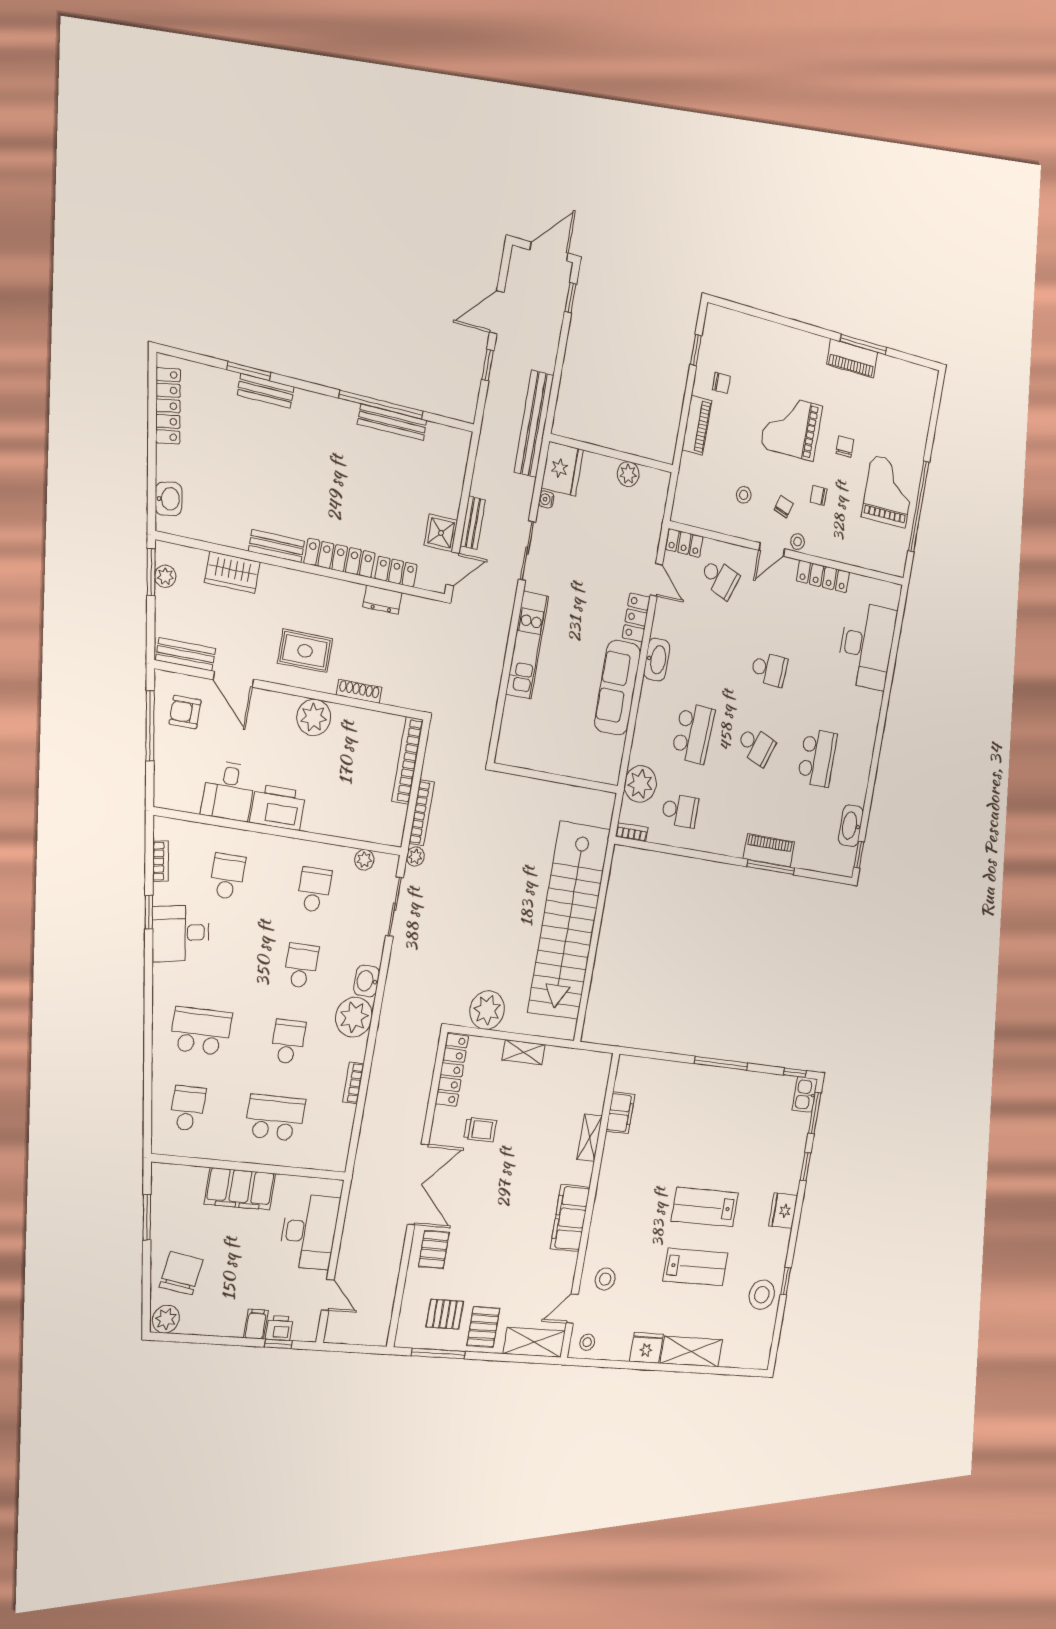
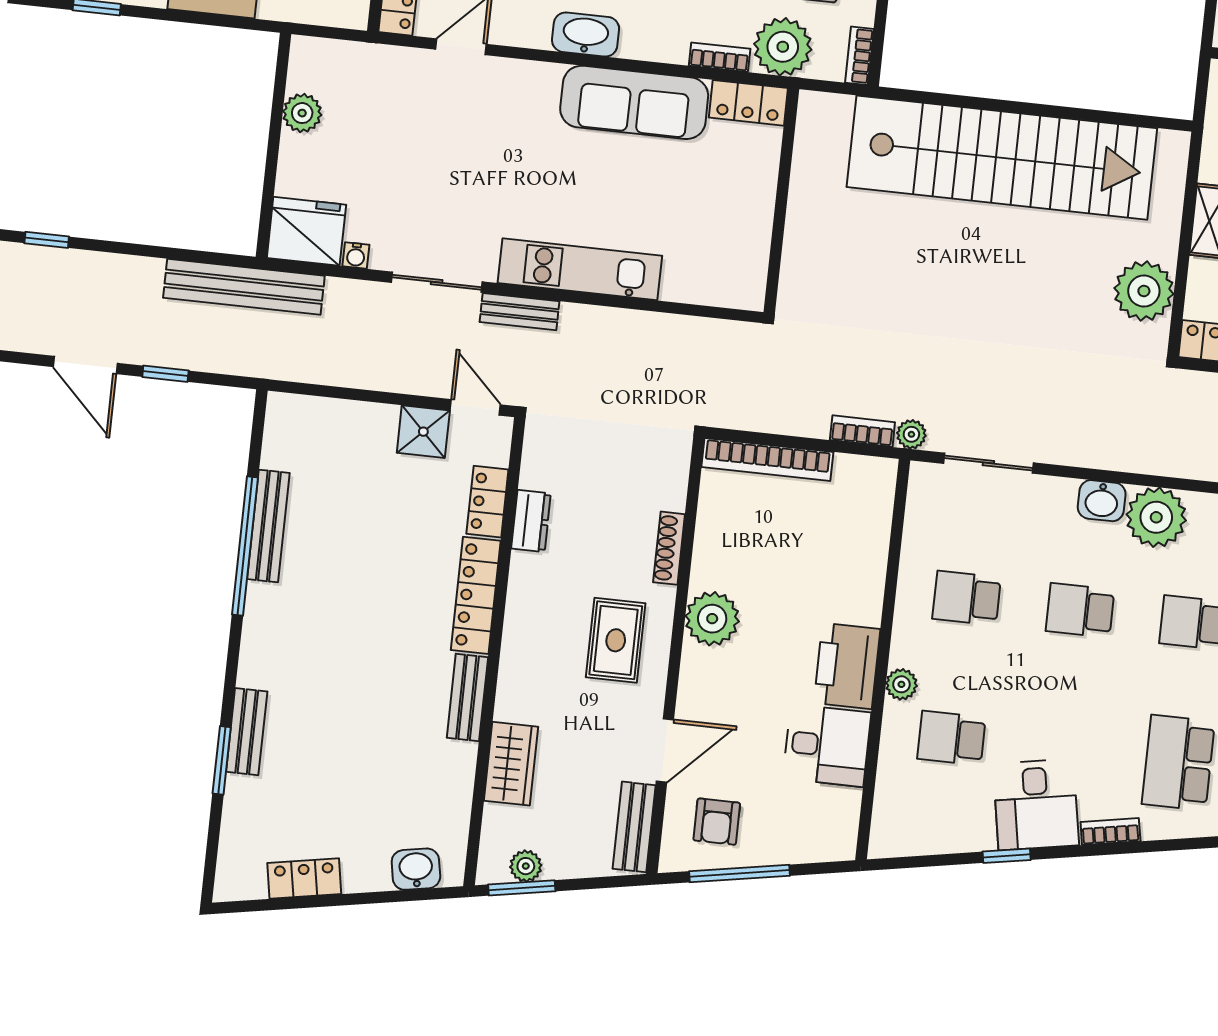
locker: (168, 406) -> (304, 878), width x0.66
bench: (473, 523) -> (520, 312), moved
locker: (636, 617) -> (748, 103), moved
bookcase: (638, 744) -> (720, 57), added
bookcase: (422, 813) -> (862, 431), width x0.64
plant: (364, 860) -> (901, 684), moved
bookcase: (161, 861) -> (1110, 832), moved

